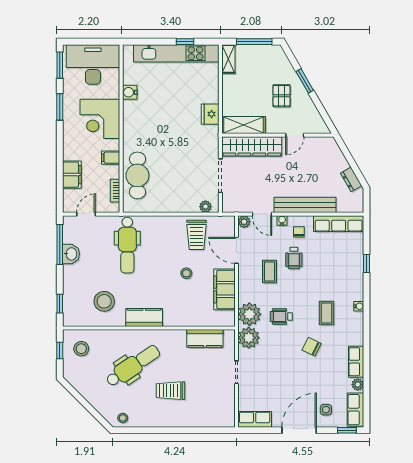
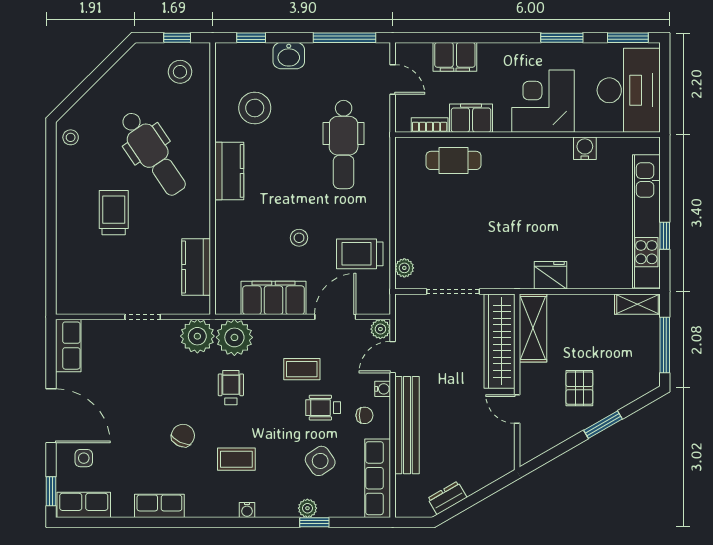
pallet: (282, 96) -> (579, 388), turned 90
filing cabinet: (111, 158) -> (471, 118), width x2.00
cafe table: (137, 175) -> (454, 160), width x0.73, depth x0.74
dental chair: (127, 245) -> (344, 145), turned -90
washbasin: (71, 254) -> (289, 56), moved
side table: (328, 260) -> (320, 461), added
plant: (358, 384) -> (307, 508), moved

